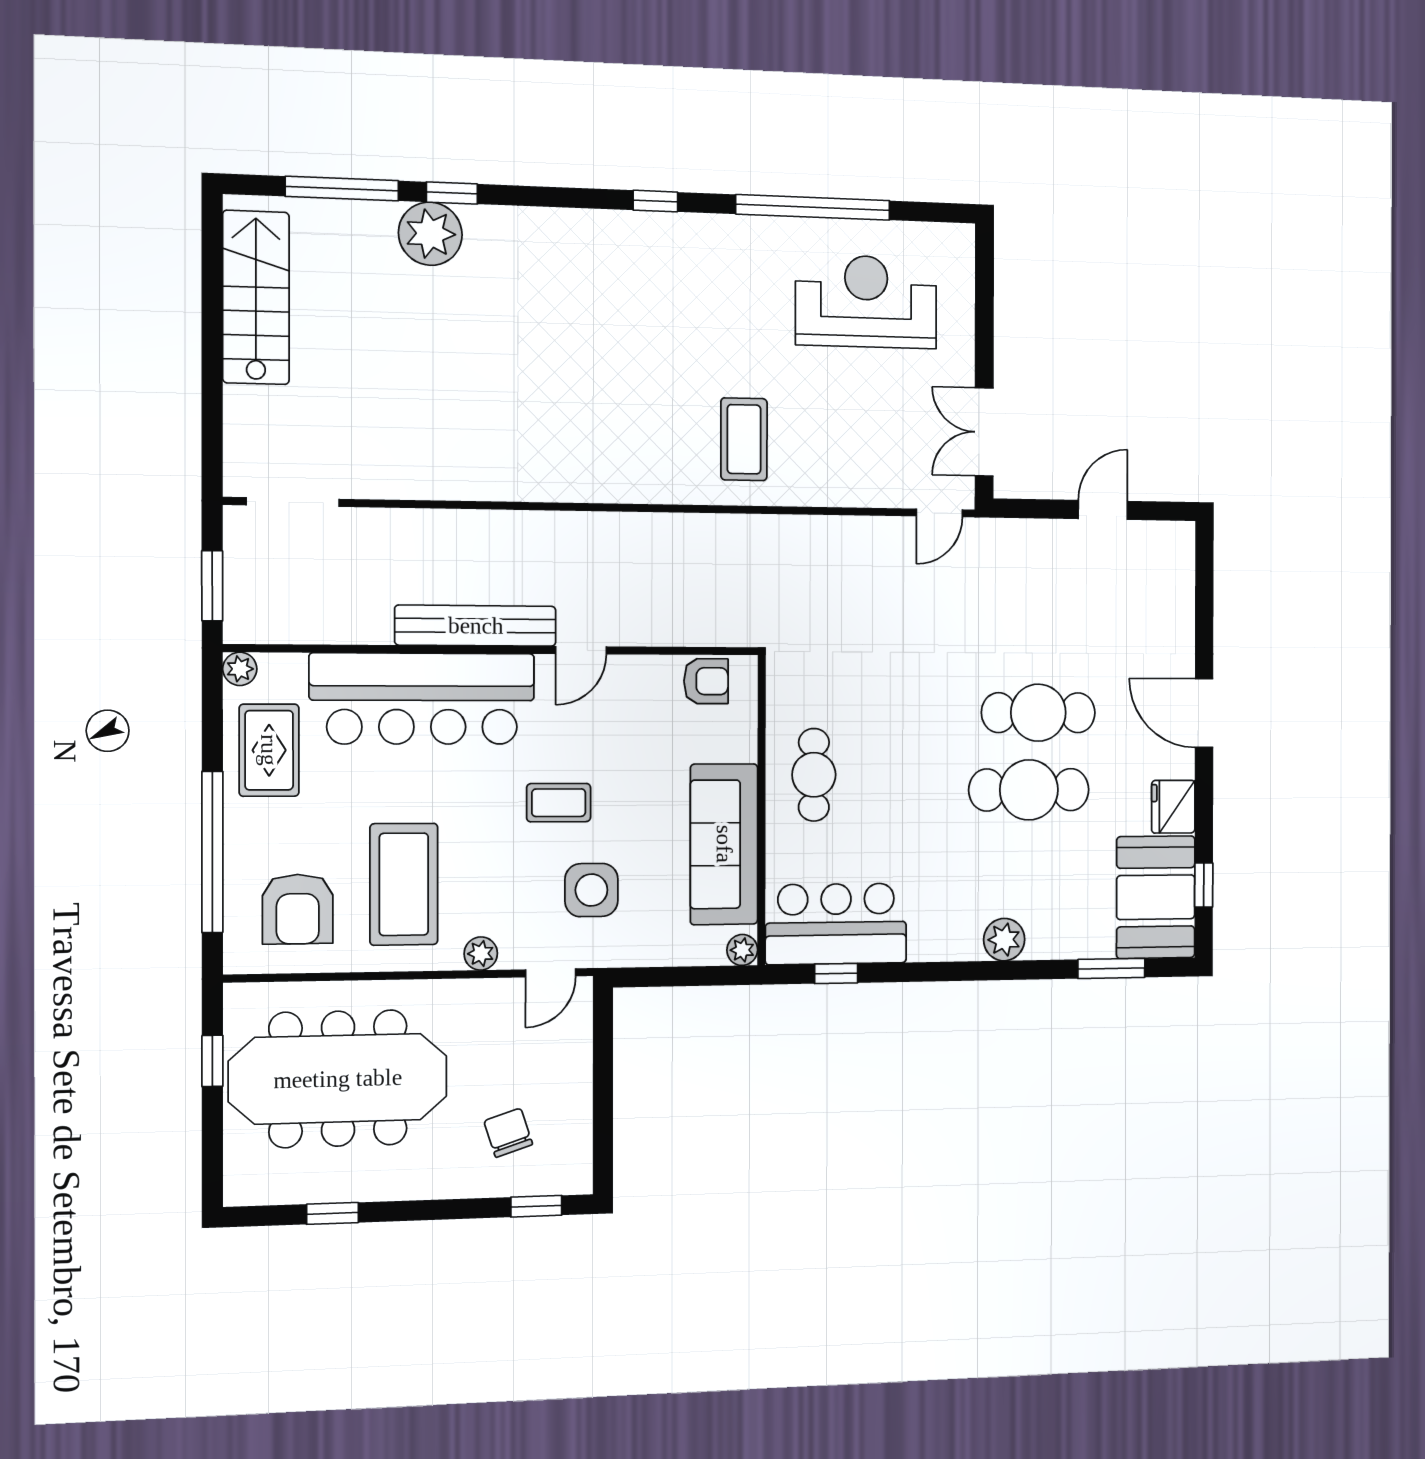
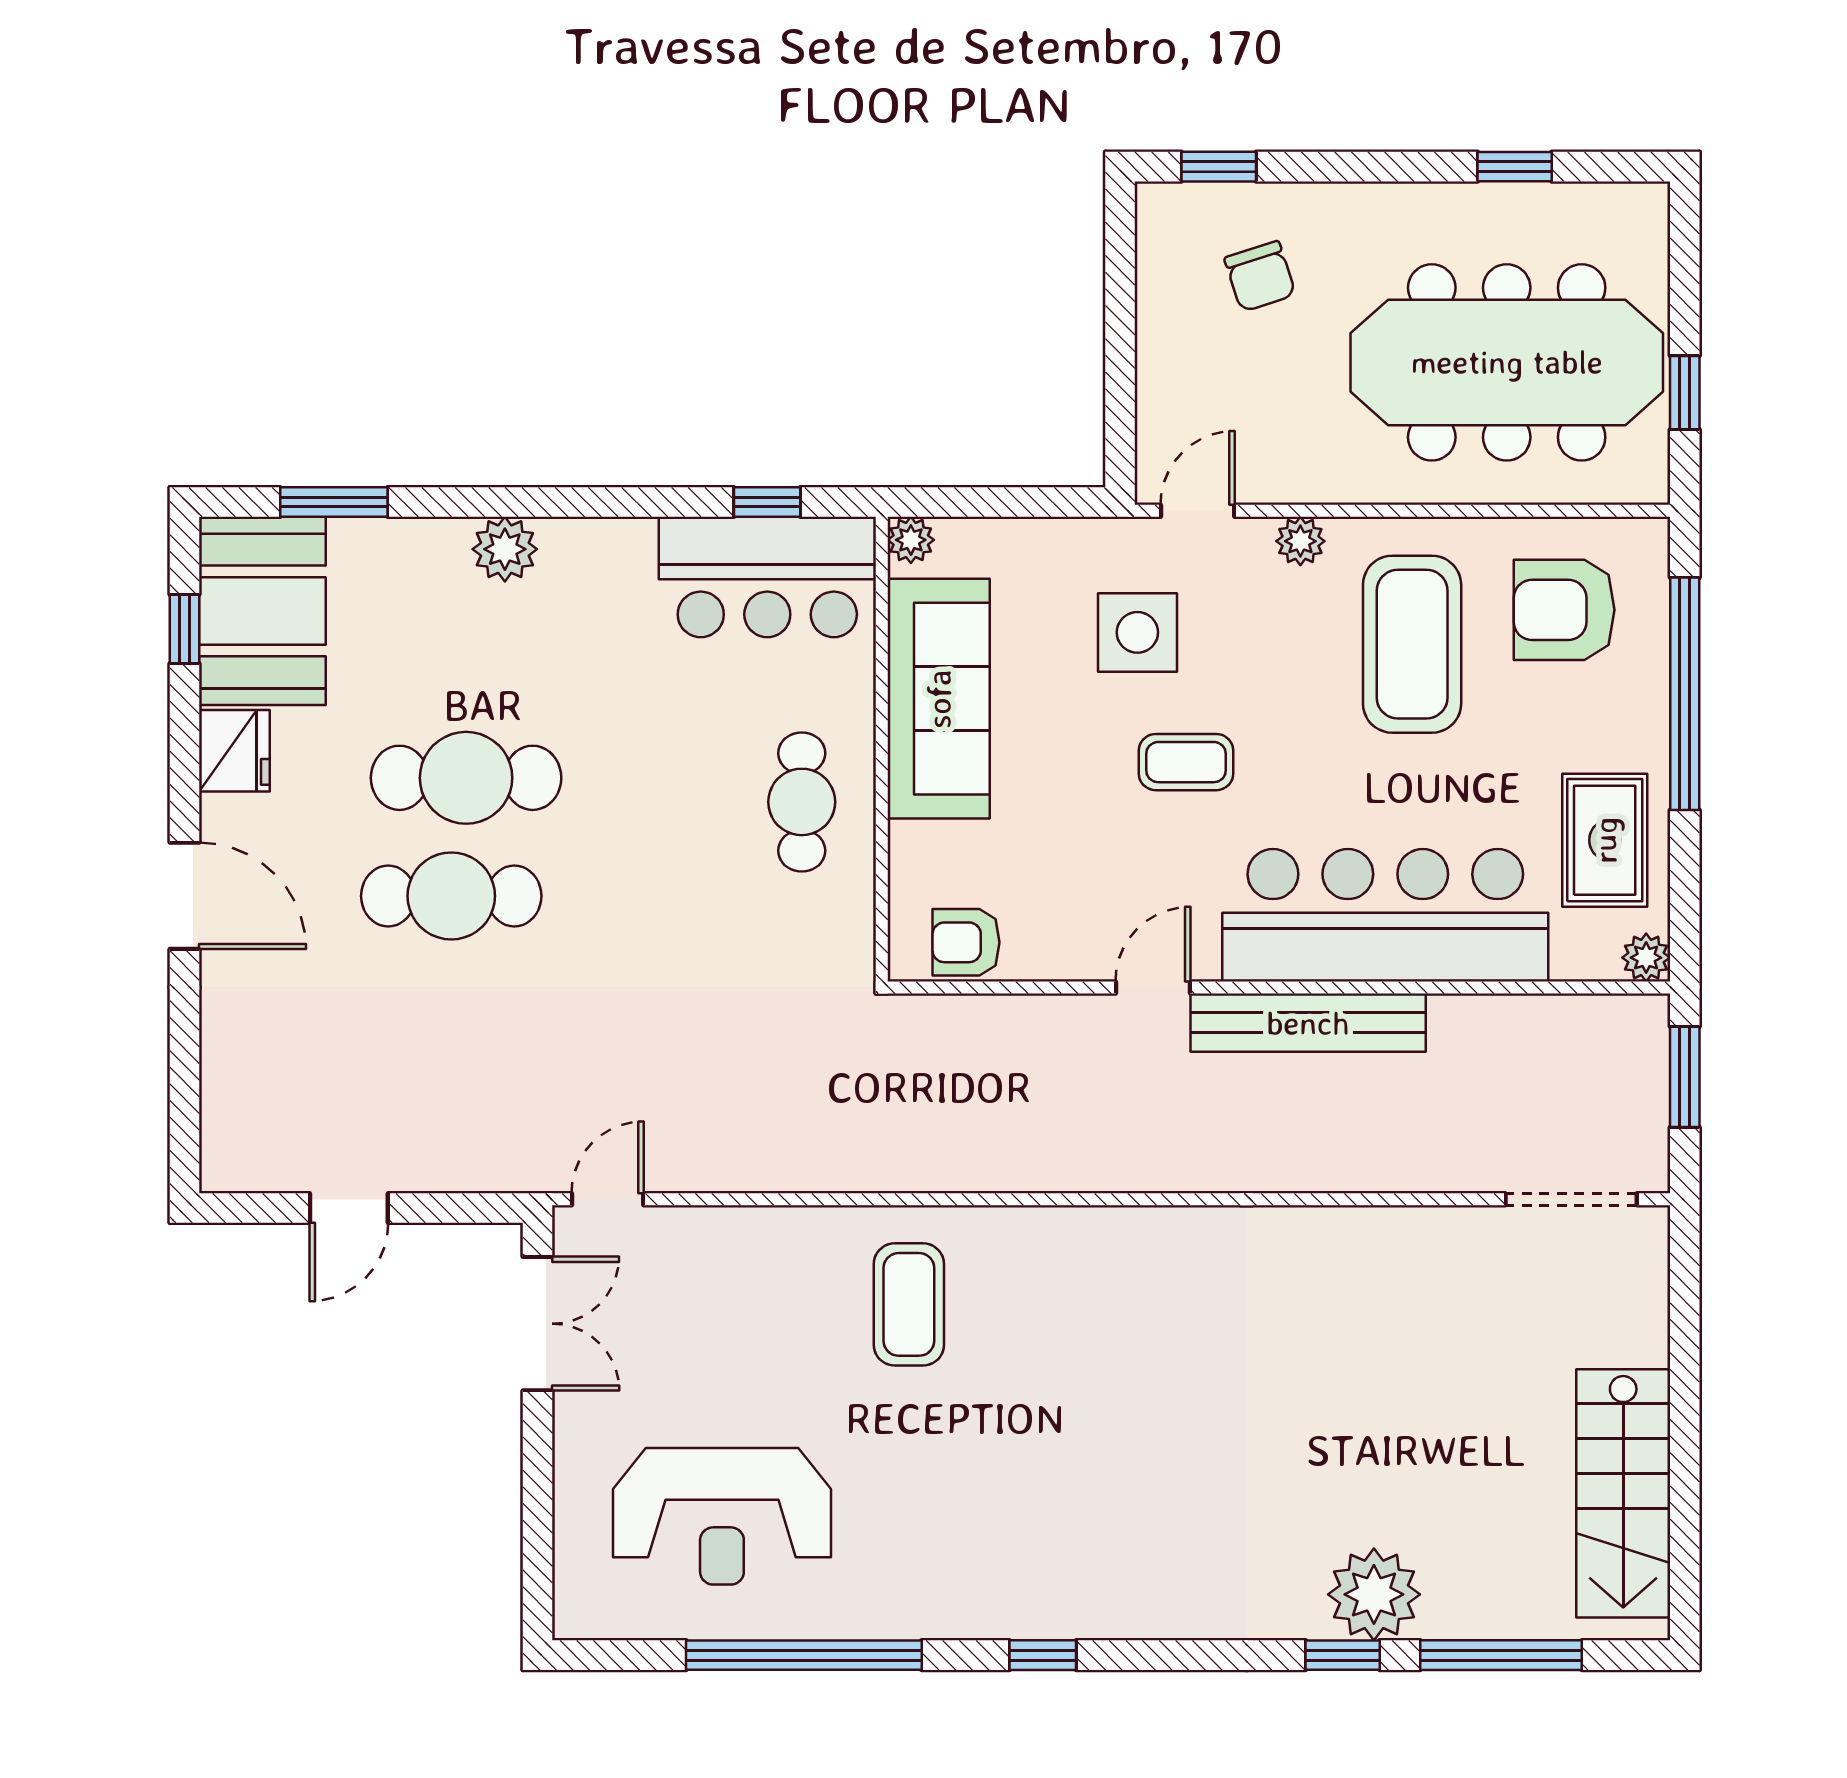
armchair: (298, 909) -> (1564, 610), turned -90

